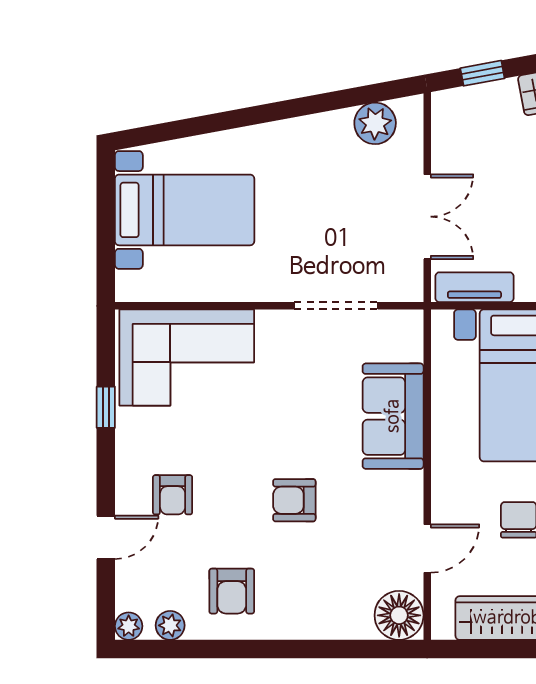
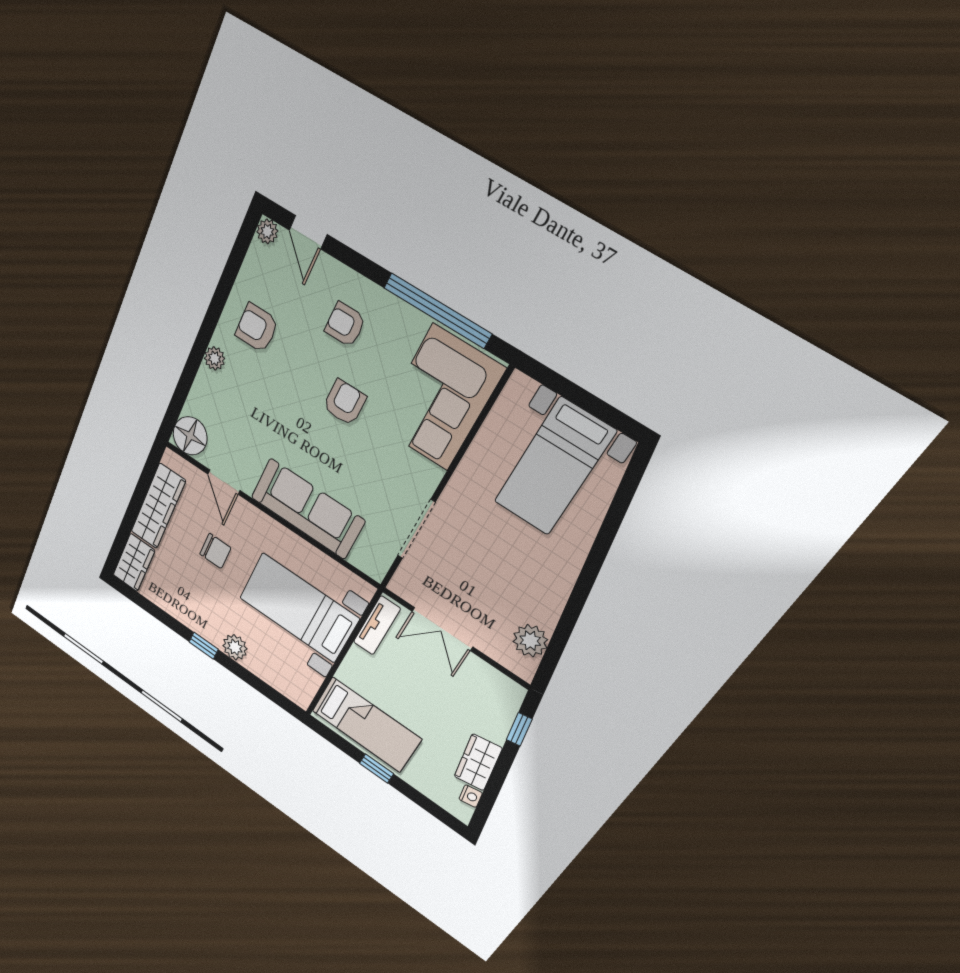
window: (106, 407) -> (437, 311), width x3.17
sofa: (393, 416) -> (307, 509), width x1.36
armchair: (294, 500) -> (345, 402), moved
door: (106, 537) -> (308, 232), moved
plant: (170, 625) -> (215, 358), moved

